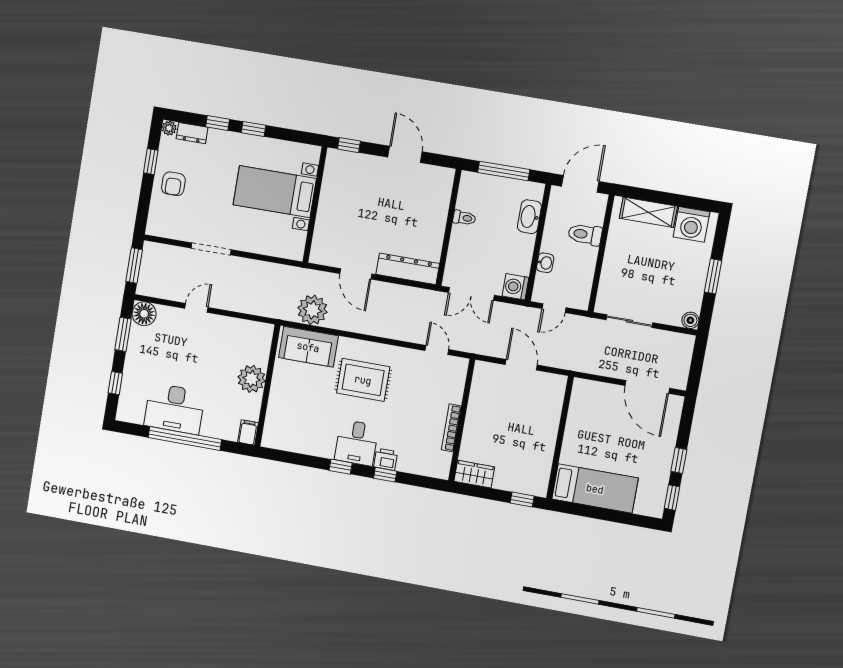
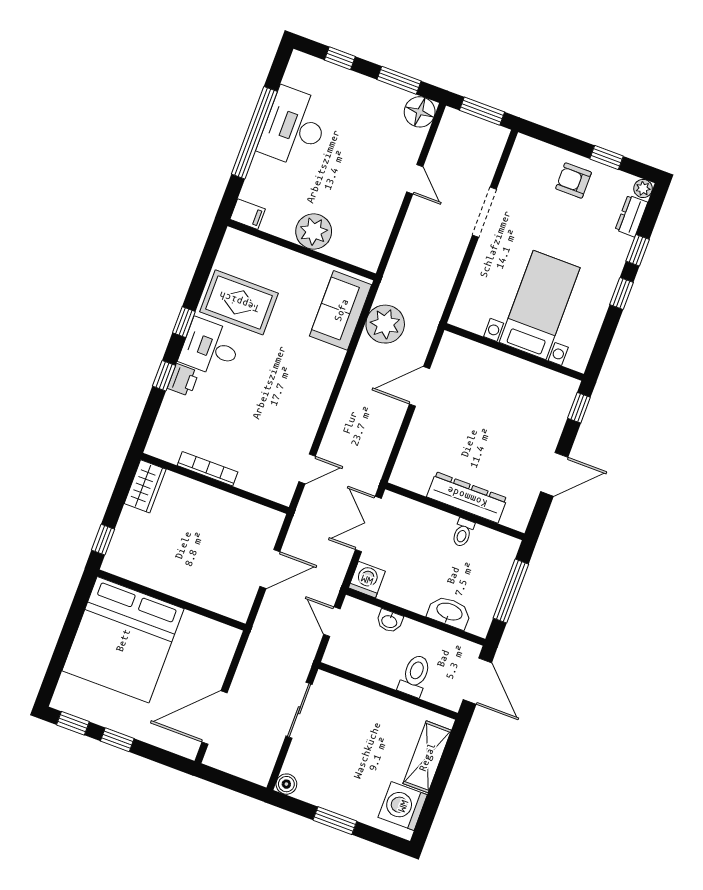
dresser: (408, 269) -> (467, 497), moved, turned -90
rug: (363, 380) -> (239, 302), moved, turned 90
bed: (595, 489) -> (123, 640), width x2.04

